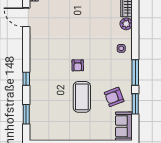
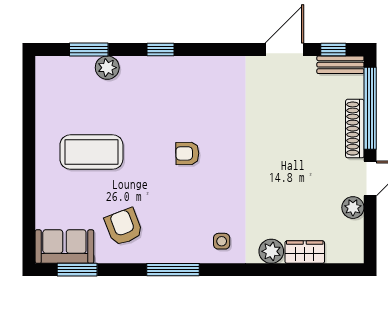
coffee table: (82, 97) -> (91, 152), moved
window: (135, 104) -> (77, 270), moved
plant: (35, 105) -> (107, 68), added

